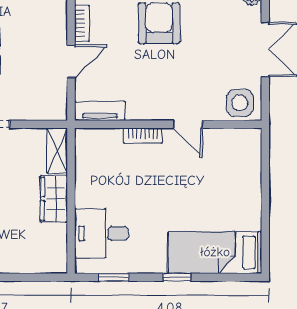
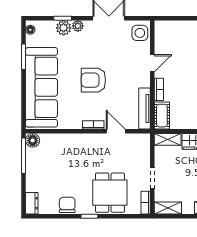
tv unit: (100, 111) -> (145, 109), width x1.41
cot: (98, 141) -> (162, 116), added

